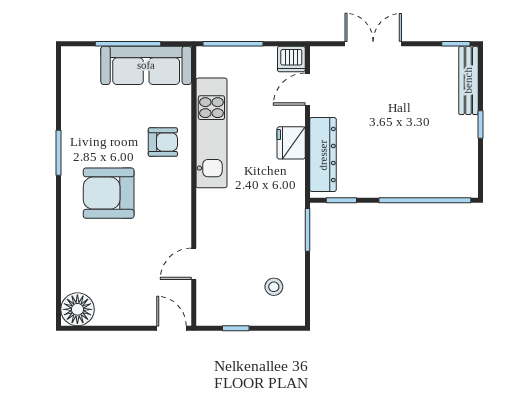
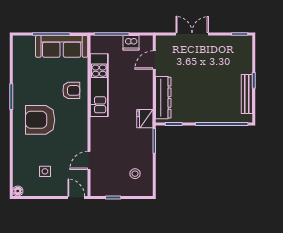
dishwasher: (291, 59) -> (131, 43), moved
bench: (468, 80) -> (247, 94), moved
fridge: (291, 143) -> (145, 119), moved
side table: (117, 283) -> (45, 171), added
floor lamp: (77, 309) -> (18, 191), width x0.53, depth x0.53

